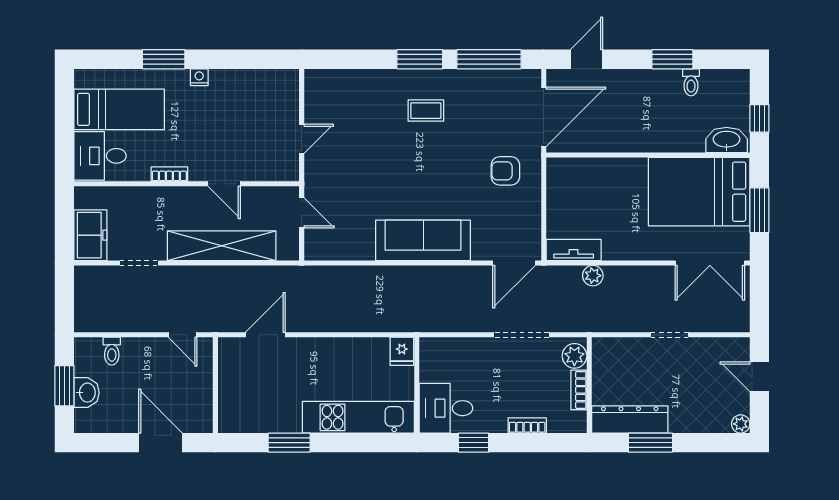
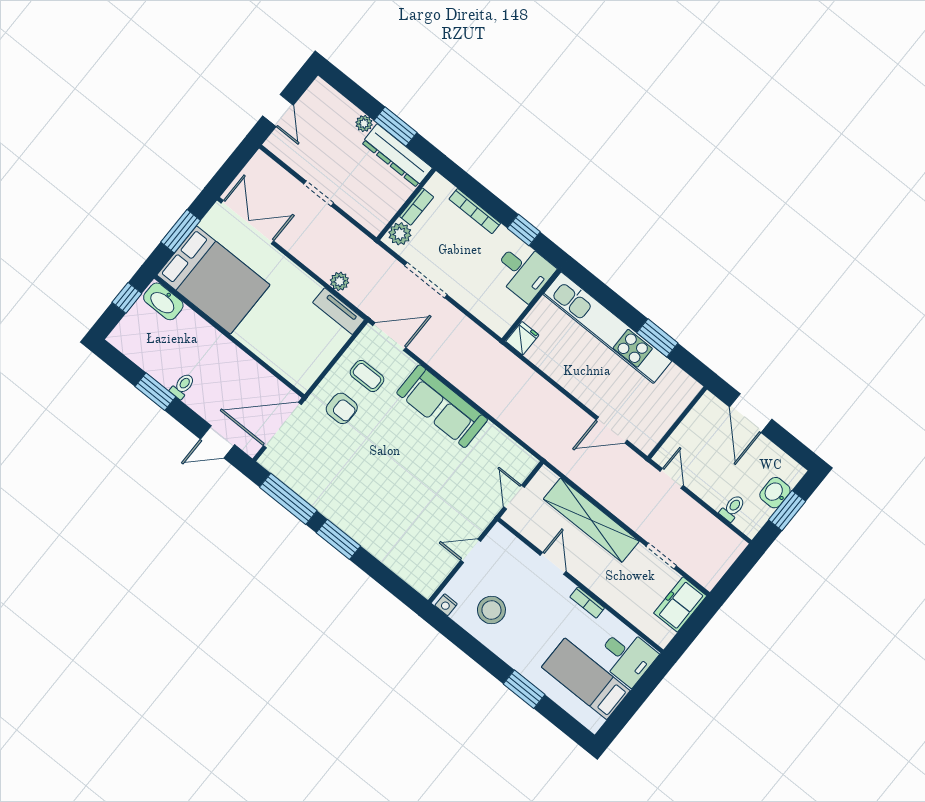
nightstand: (199, 77) -> (446, 605), moved
toilet: (691, 82) -> (182, 386), moved
stool: (244, 103) -> (491, 610), added
coffee table: (426, 111) -> (367, 376), moved
kitchen unit: (358, 417) -> (607, 328), width x1.36
plant: (741, 424) -> (364, 123), moved
bookcase: (527, 425) -> (475, 211), width x1.56

